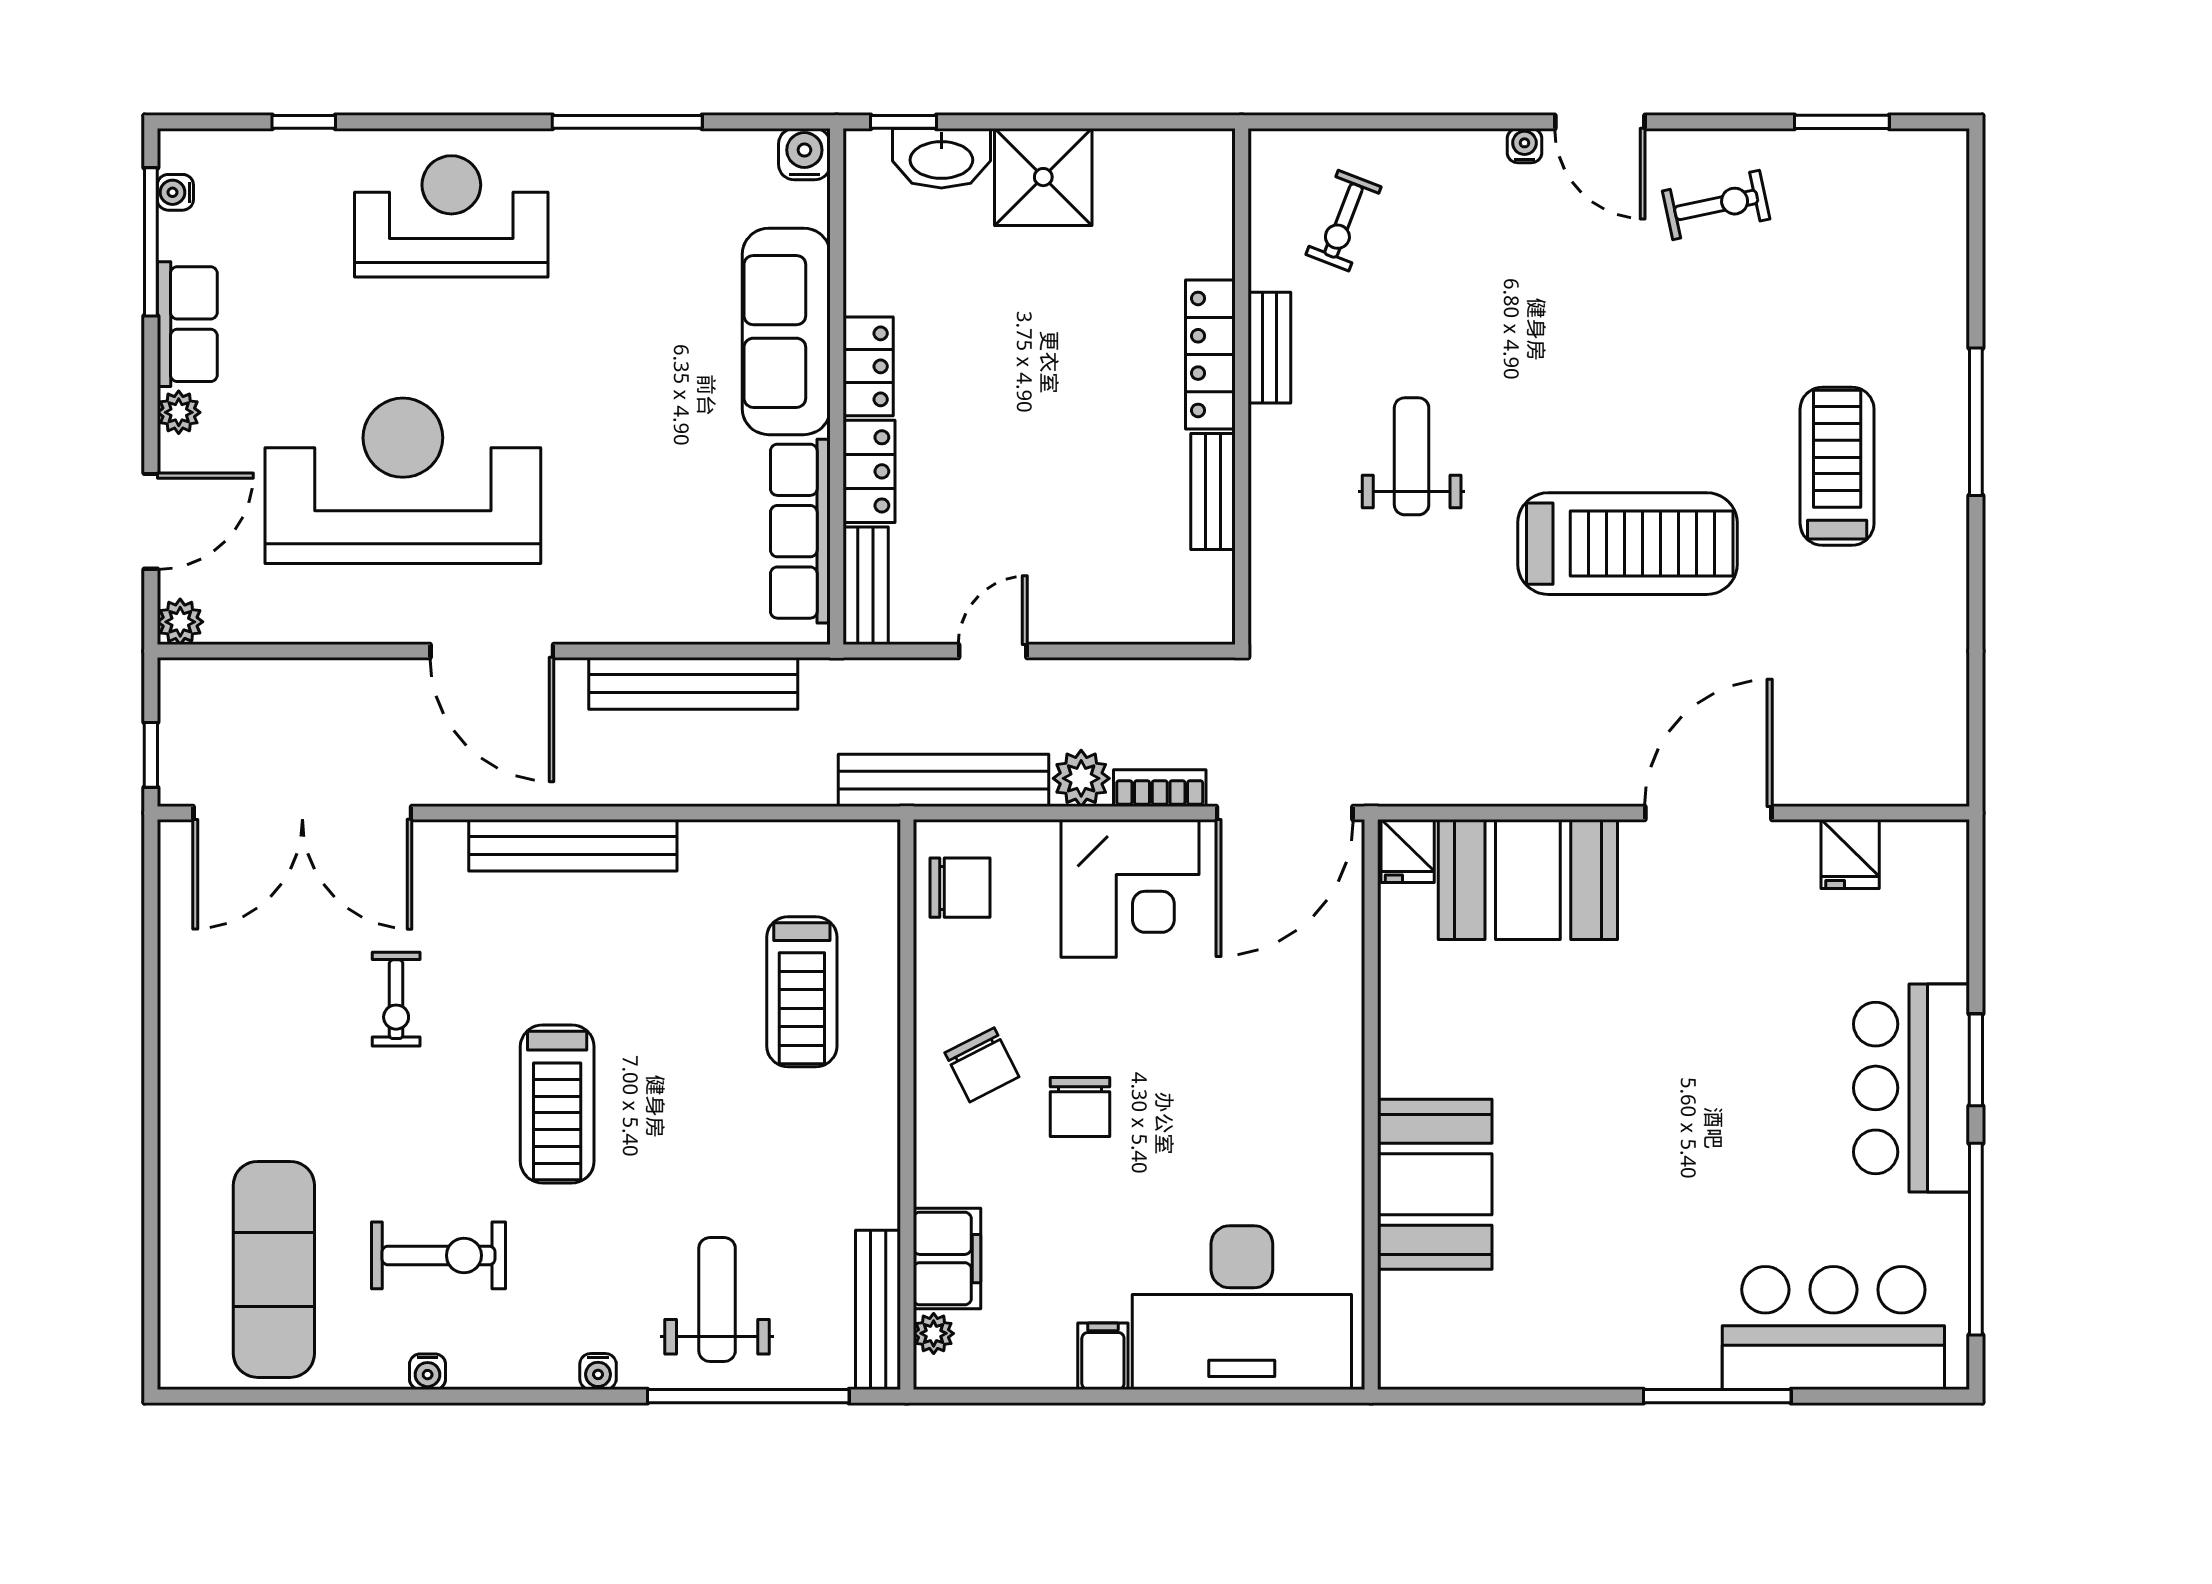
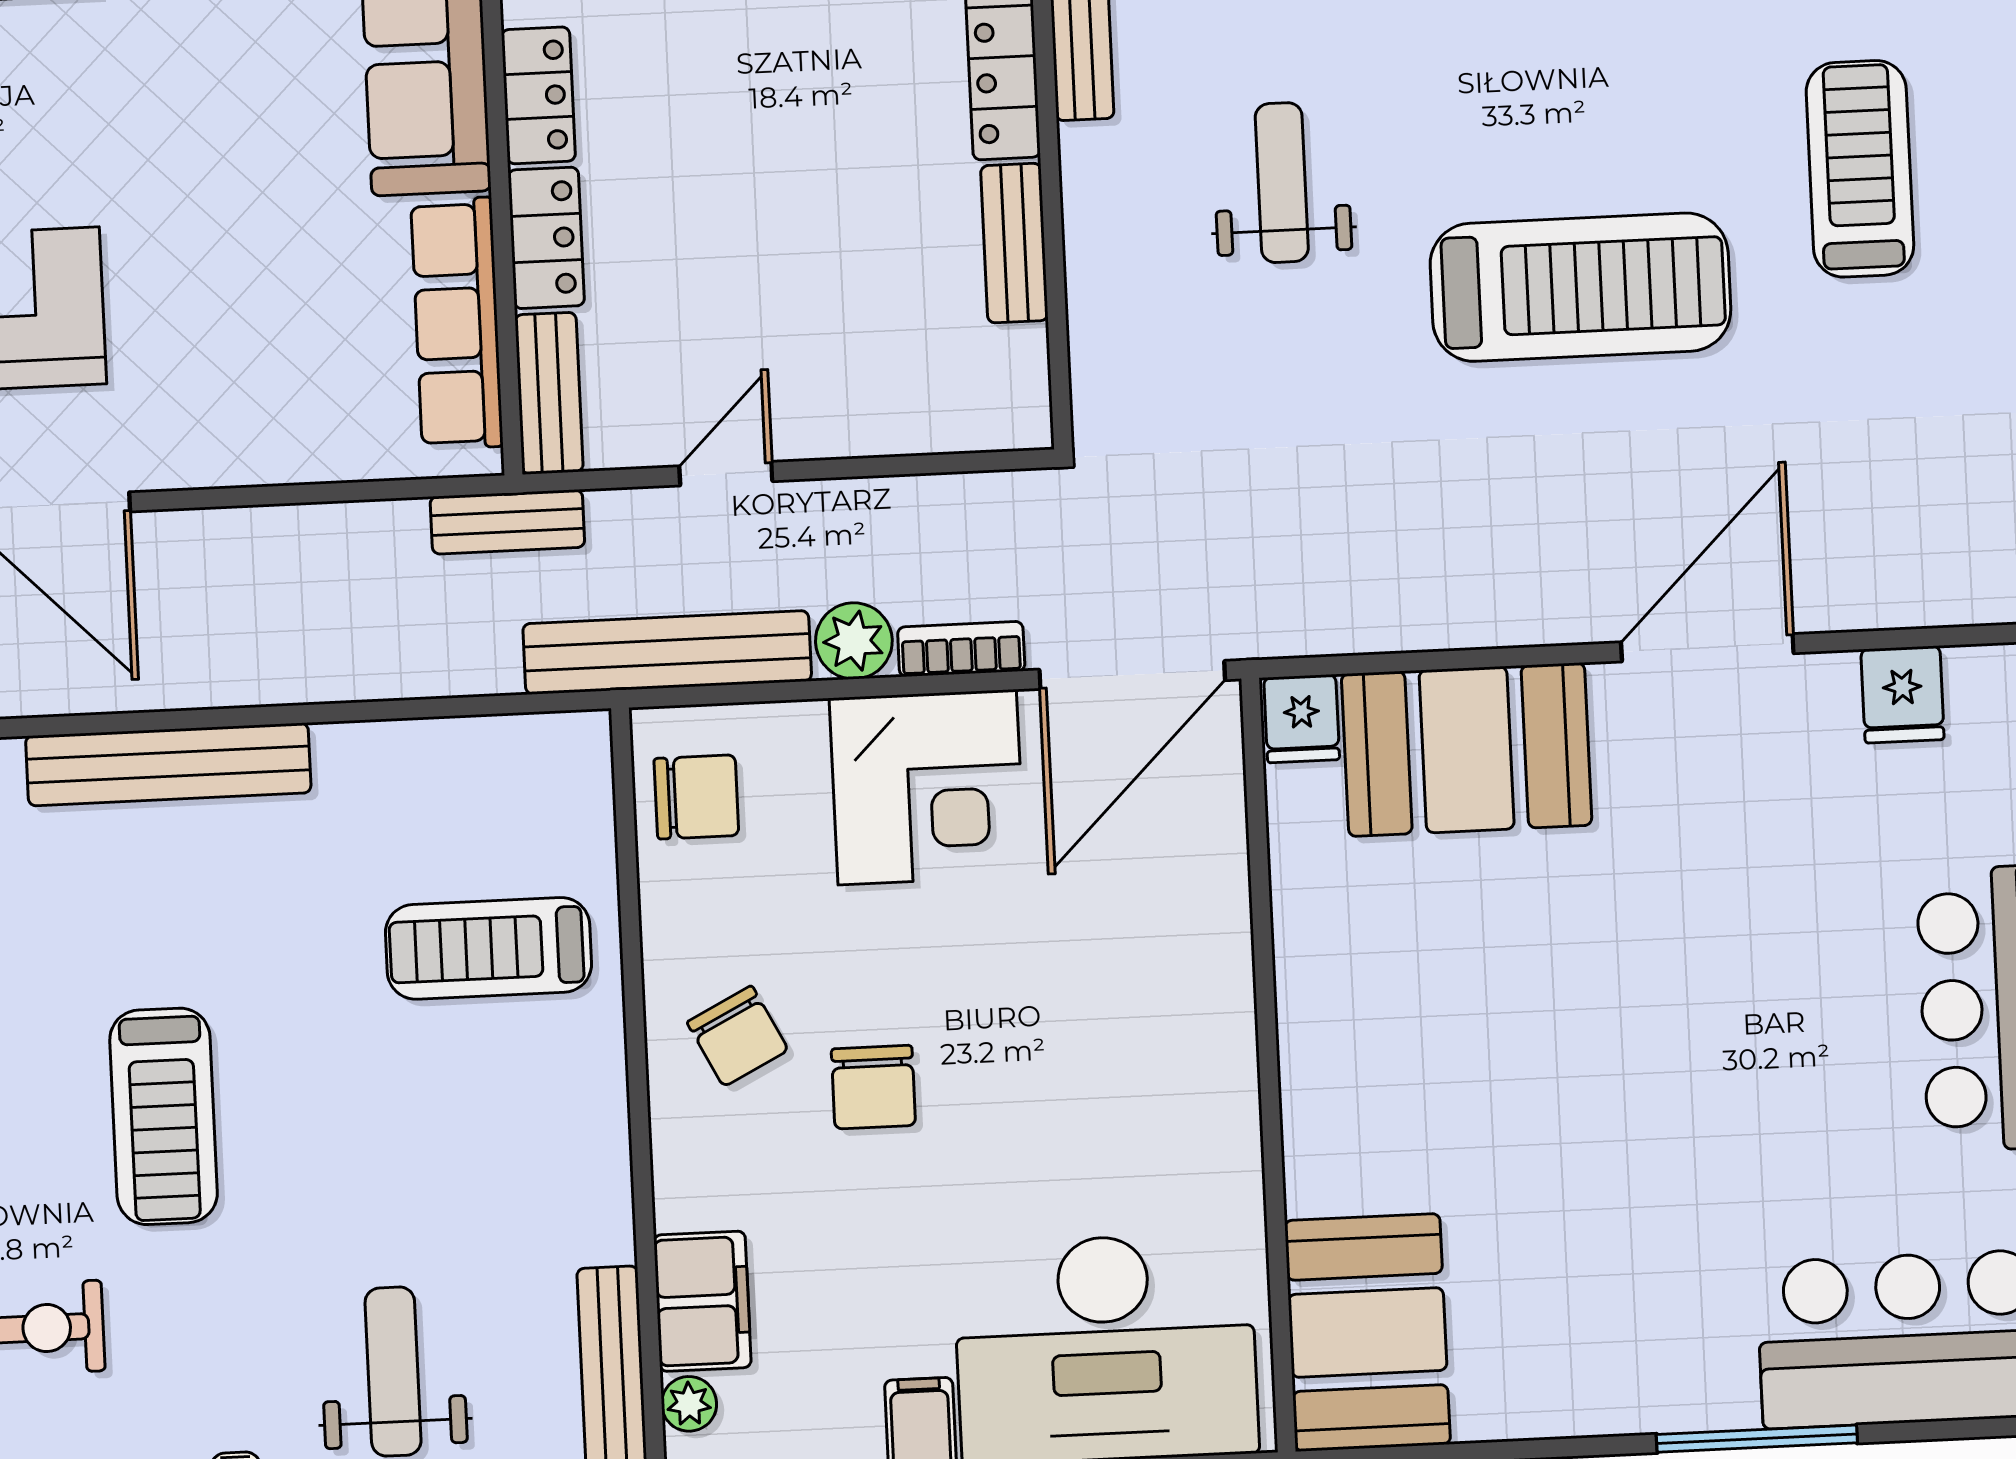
bench: (693, 683) -> (507, 522), moved, width x0.54, depth x0.82
treadmill: (802, 992) -> (488, 948), turned 90
booth: (1435, 1184) -> (1367, 1332), moved

